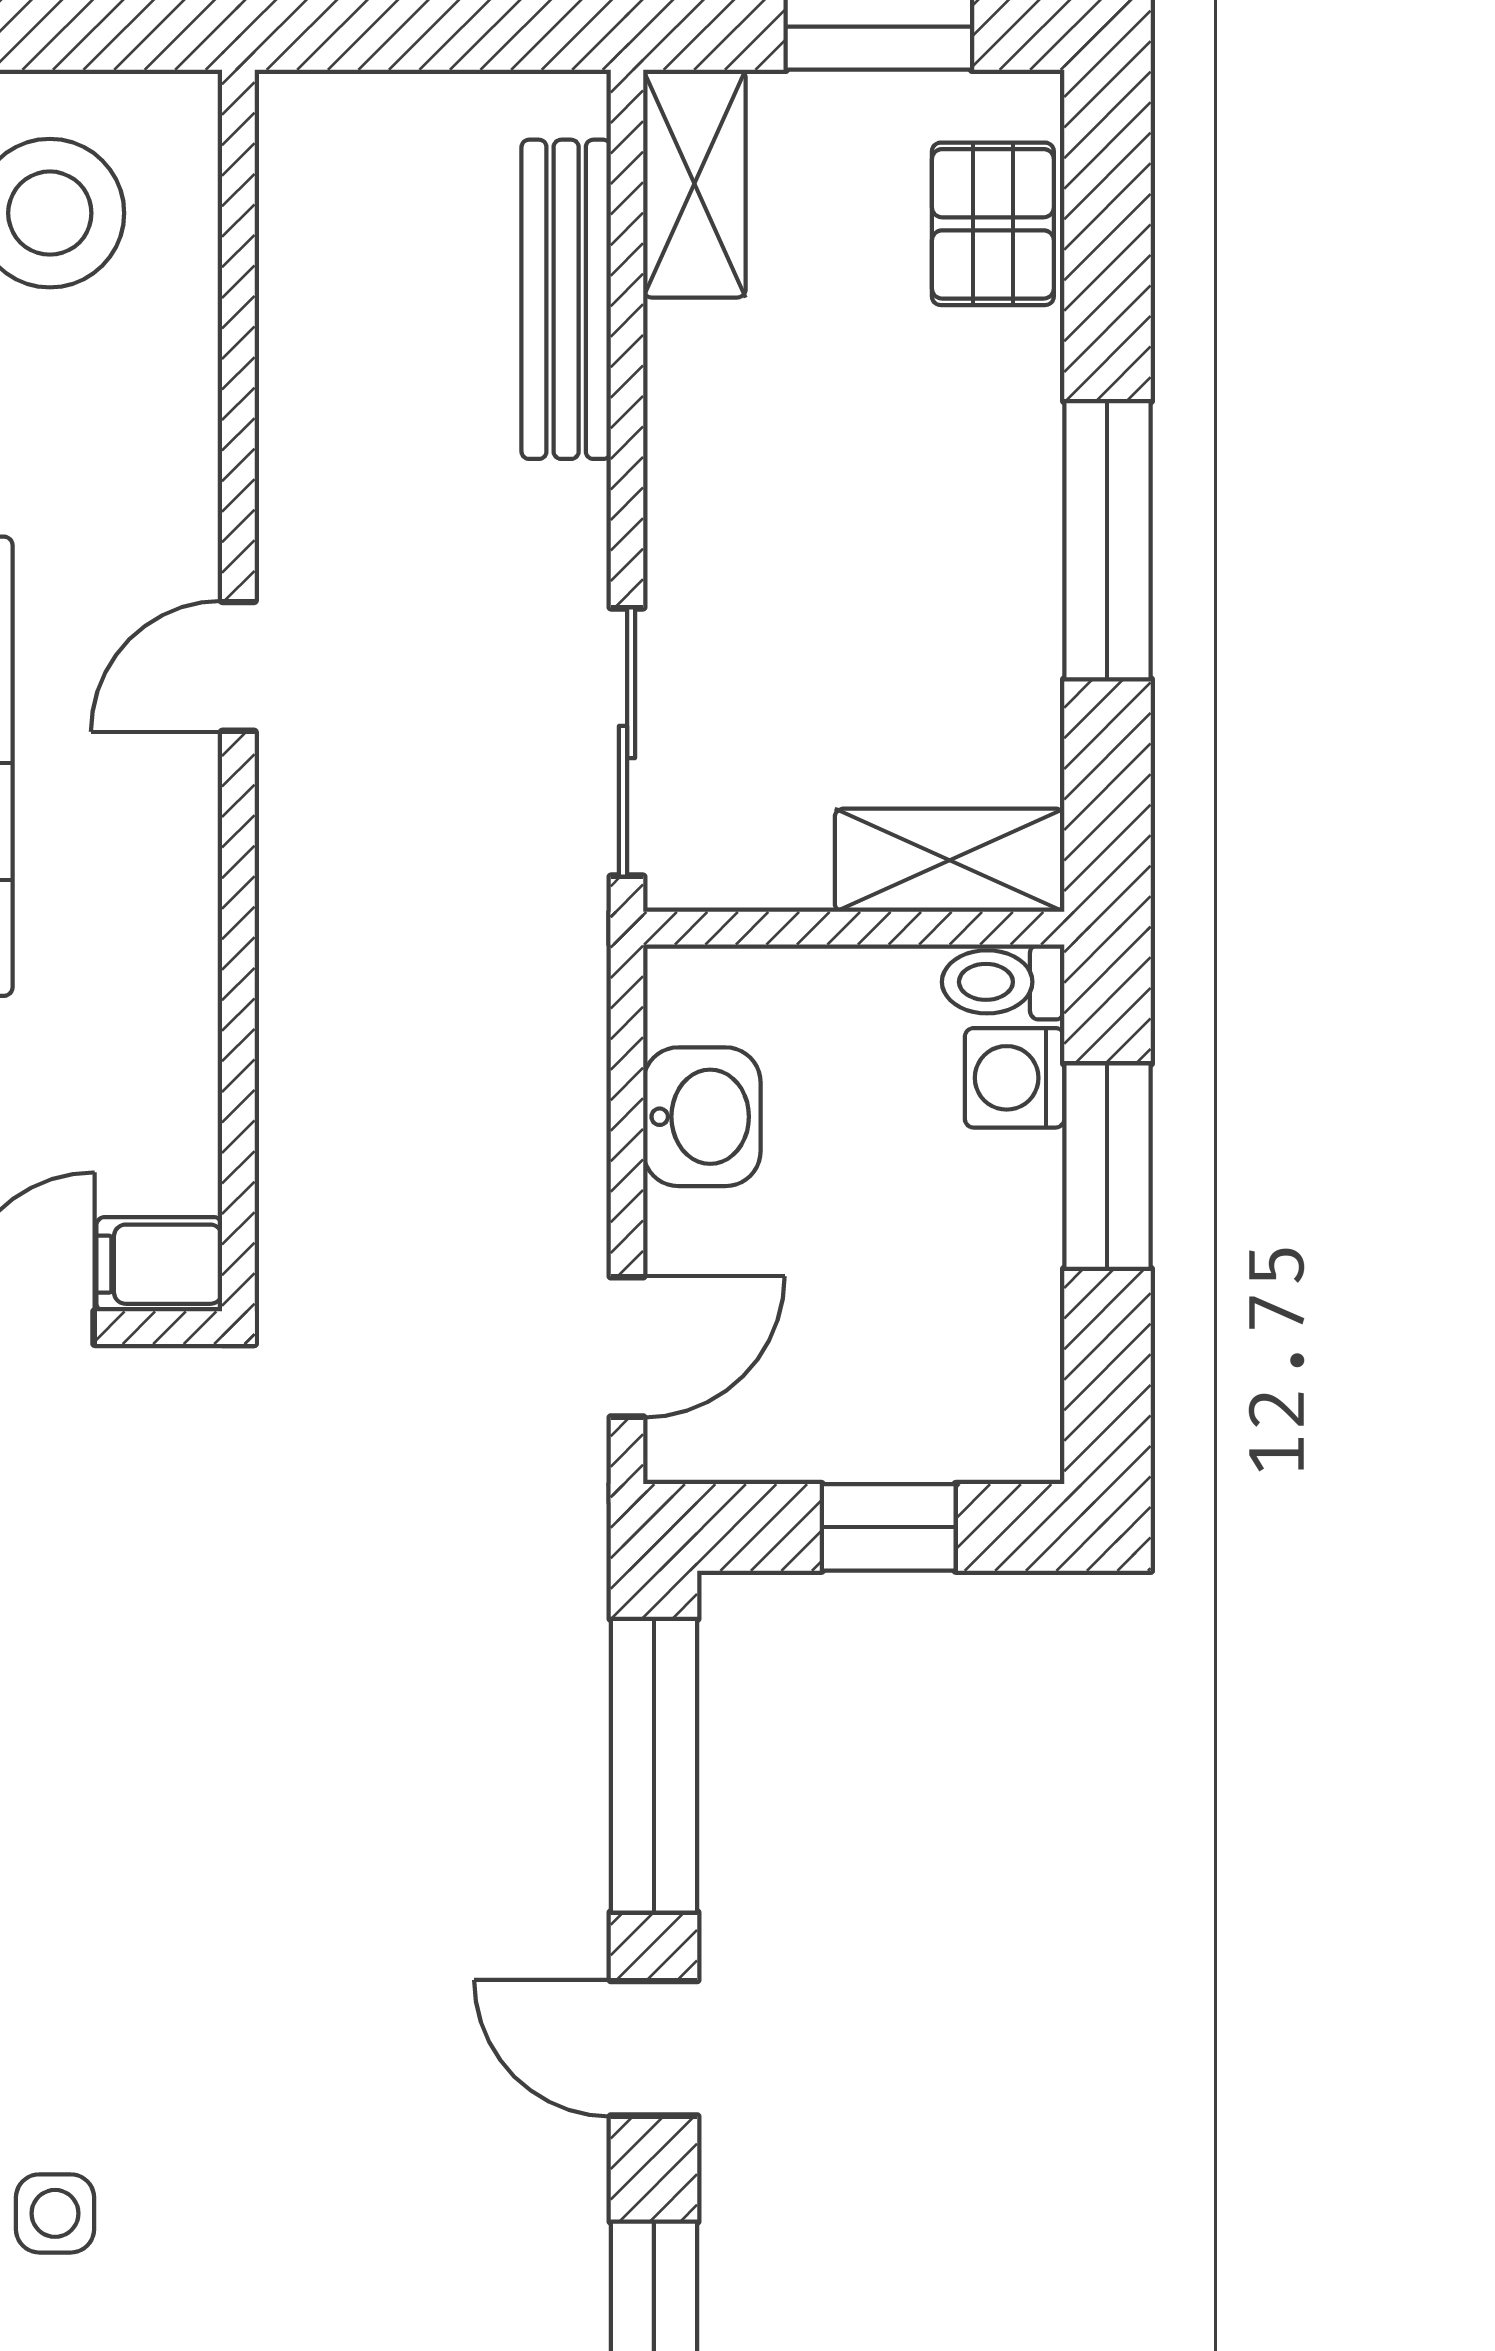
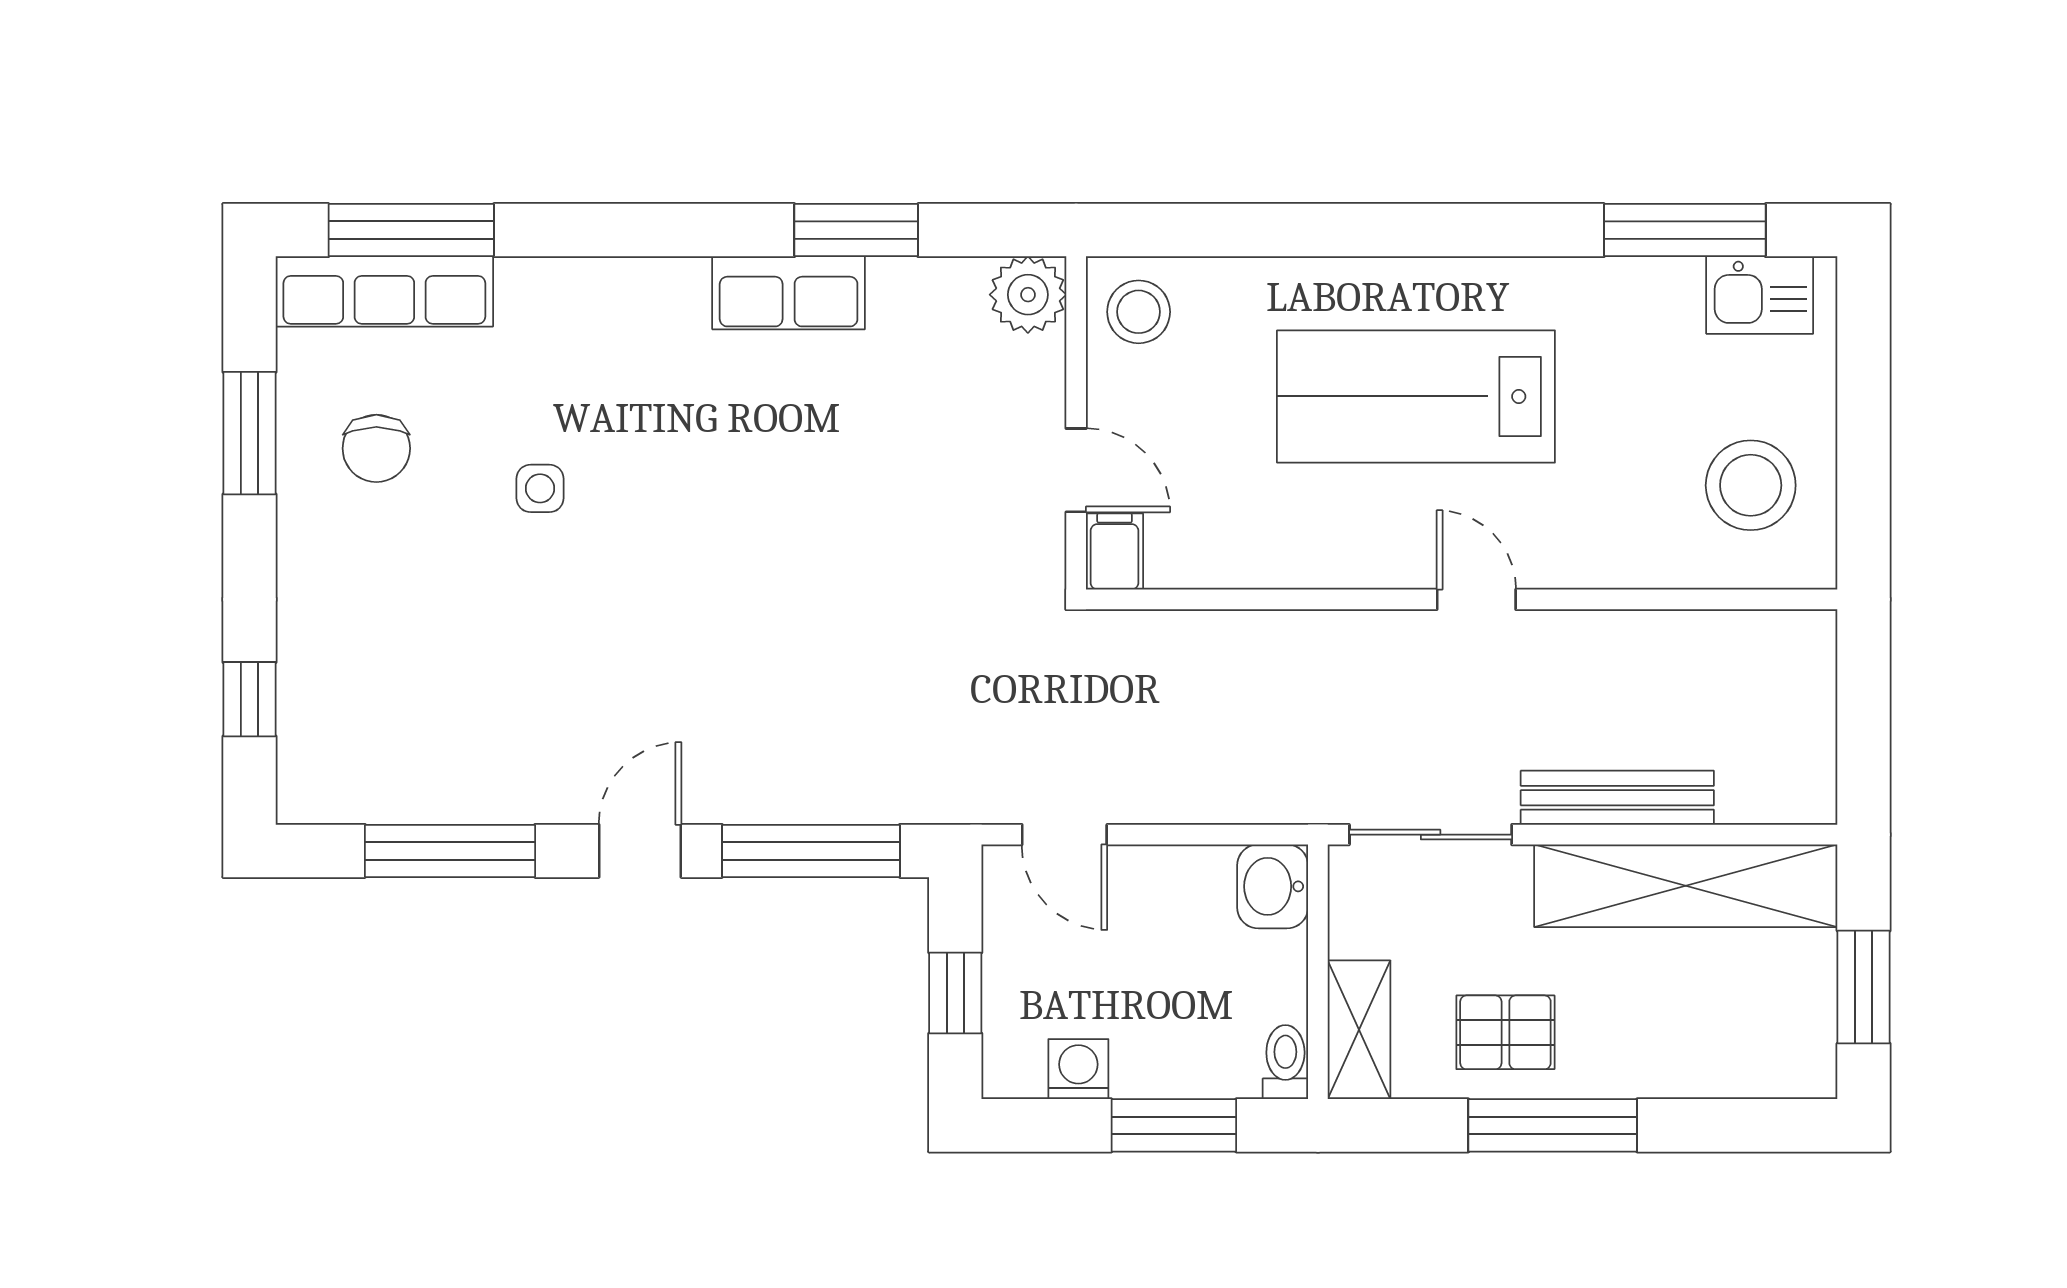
shelving: (694, 184) -> (1686, 886), width x2.20, depth x1.33
pallet: (993, 224) -> (1505, 1032), moved
bench: (566, 299) -> (1617, 798), moved
washing machine: (1015, 1078) -> (1078, 1069), moved
washbasin: (702, 1117) -> (1273, 886), moved, turned 90

